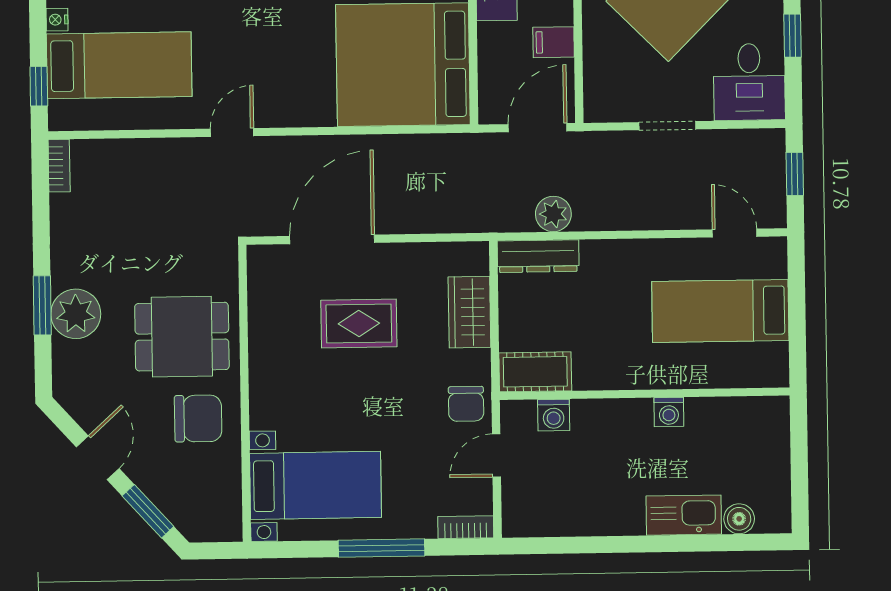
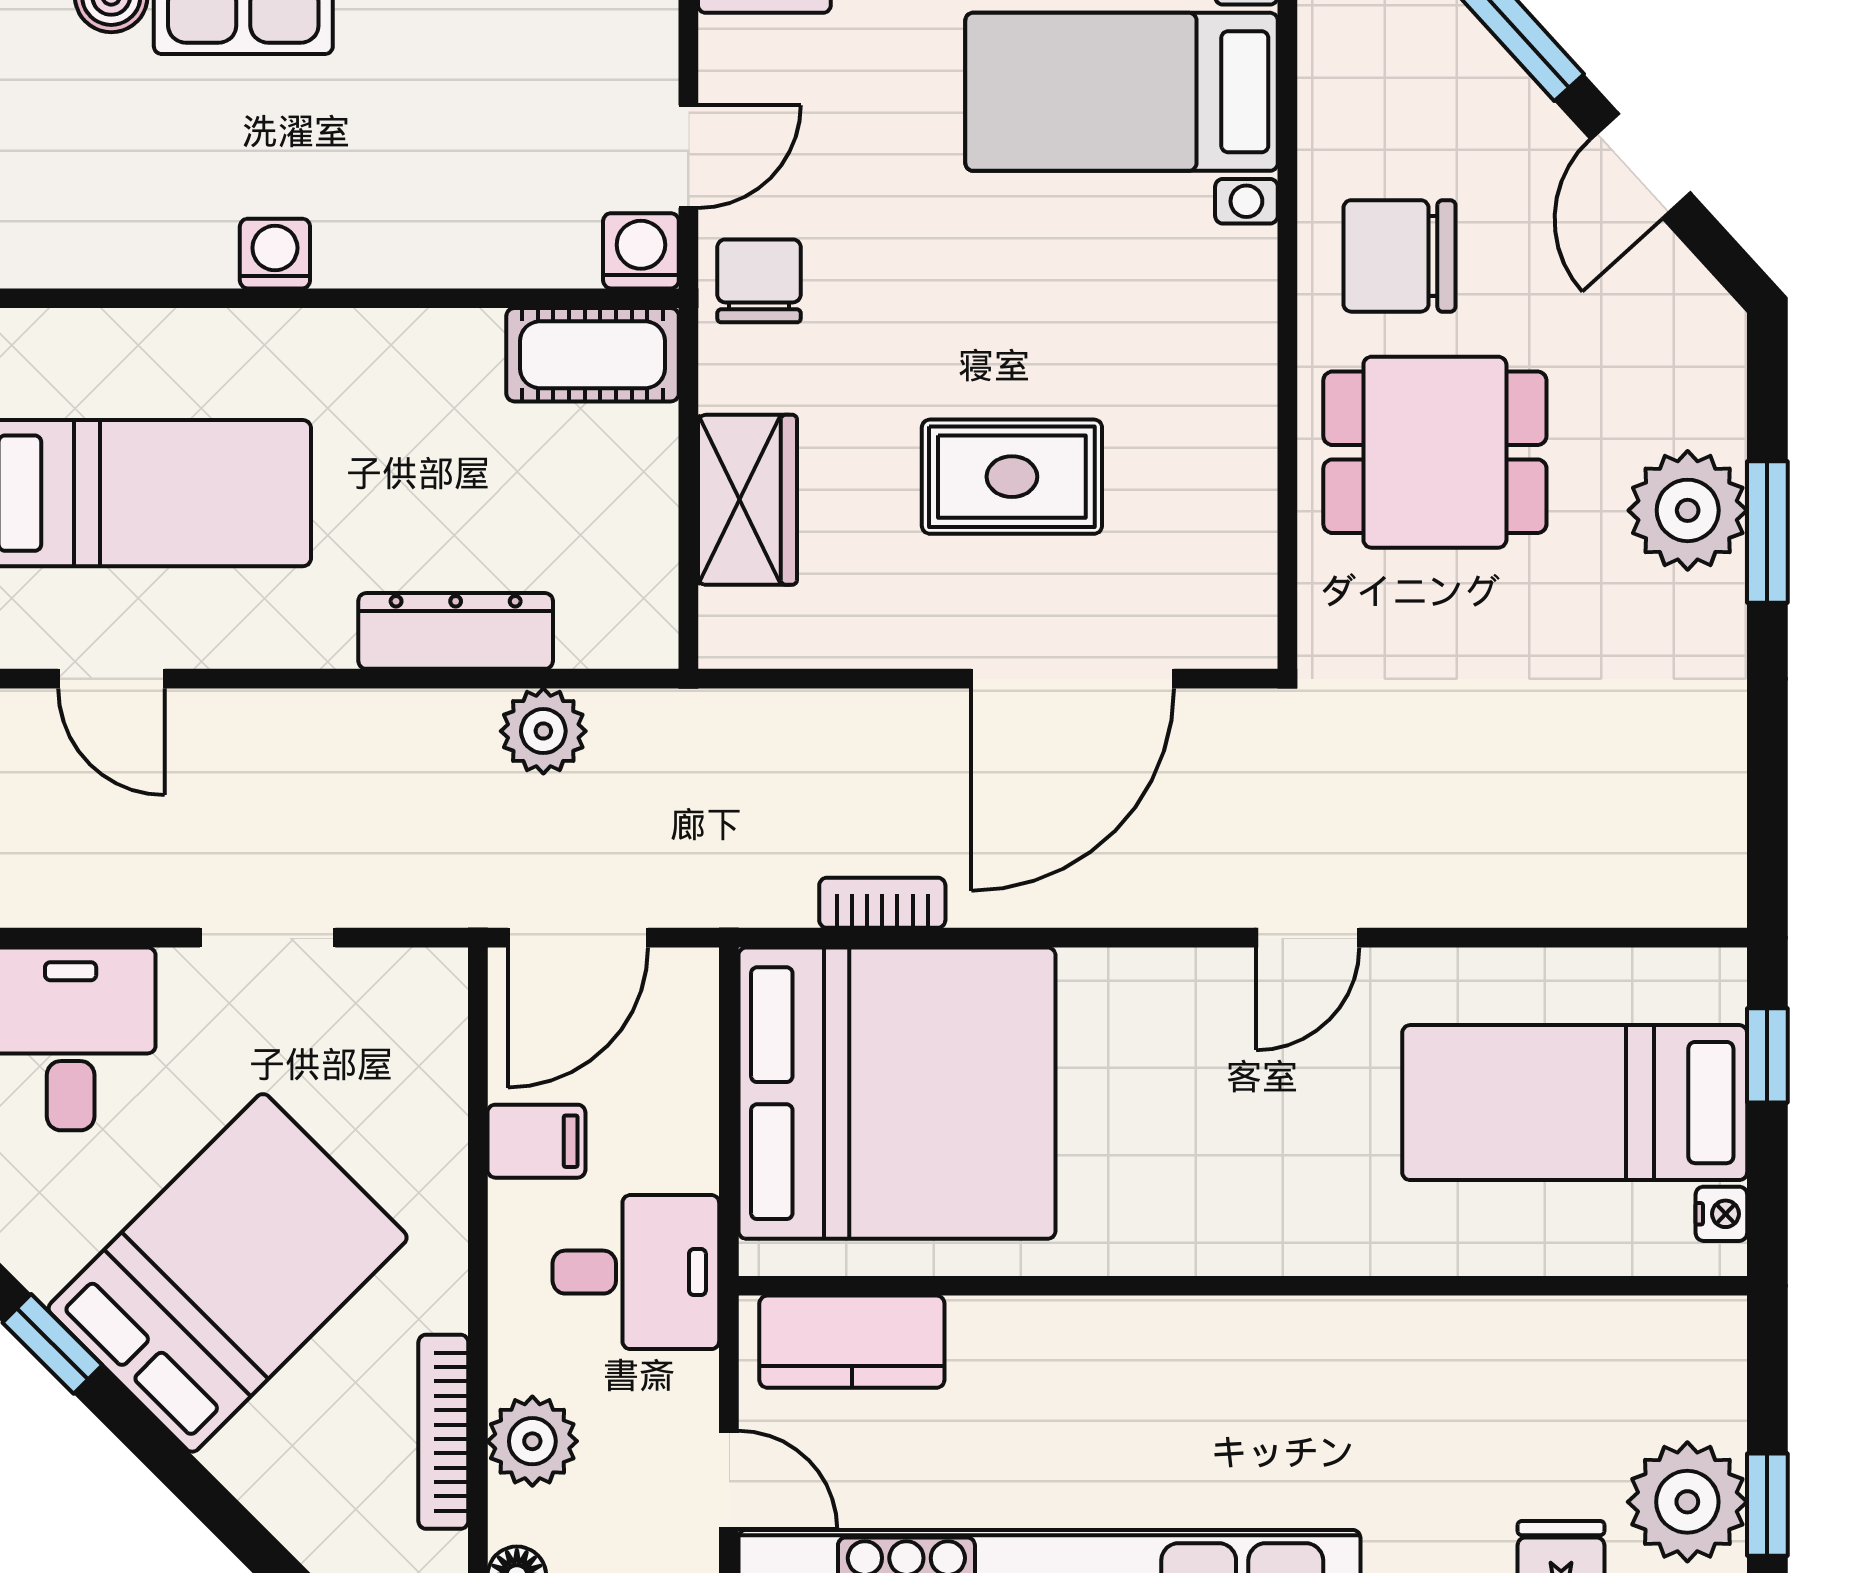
bookcase: (59, 166) -> (882, 903), moved, turned 90
dresser: (538, 256) -> (456, 631), moved
washing machine: (554, 415) -> (641, 251), moved

